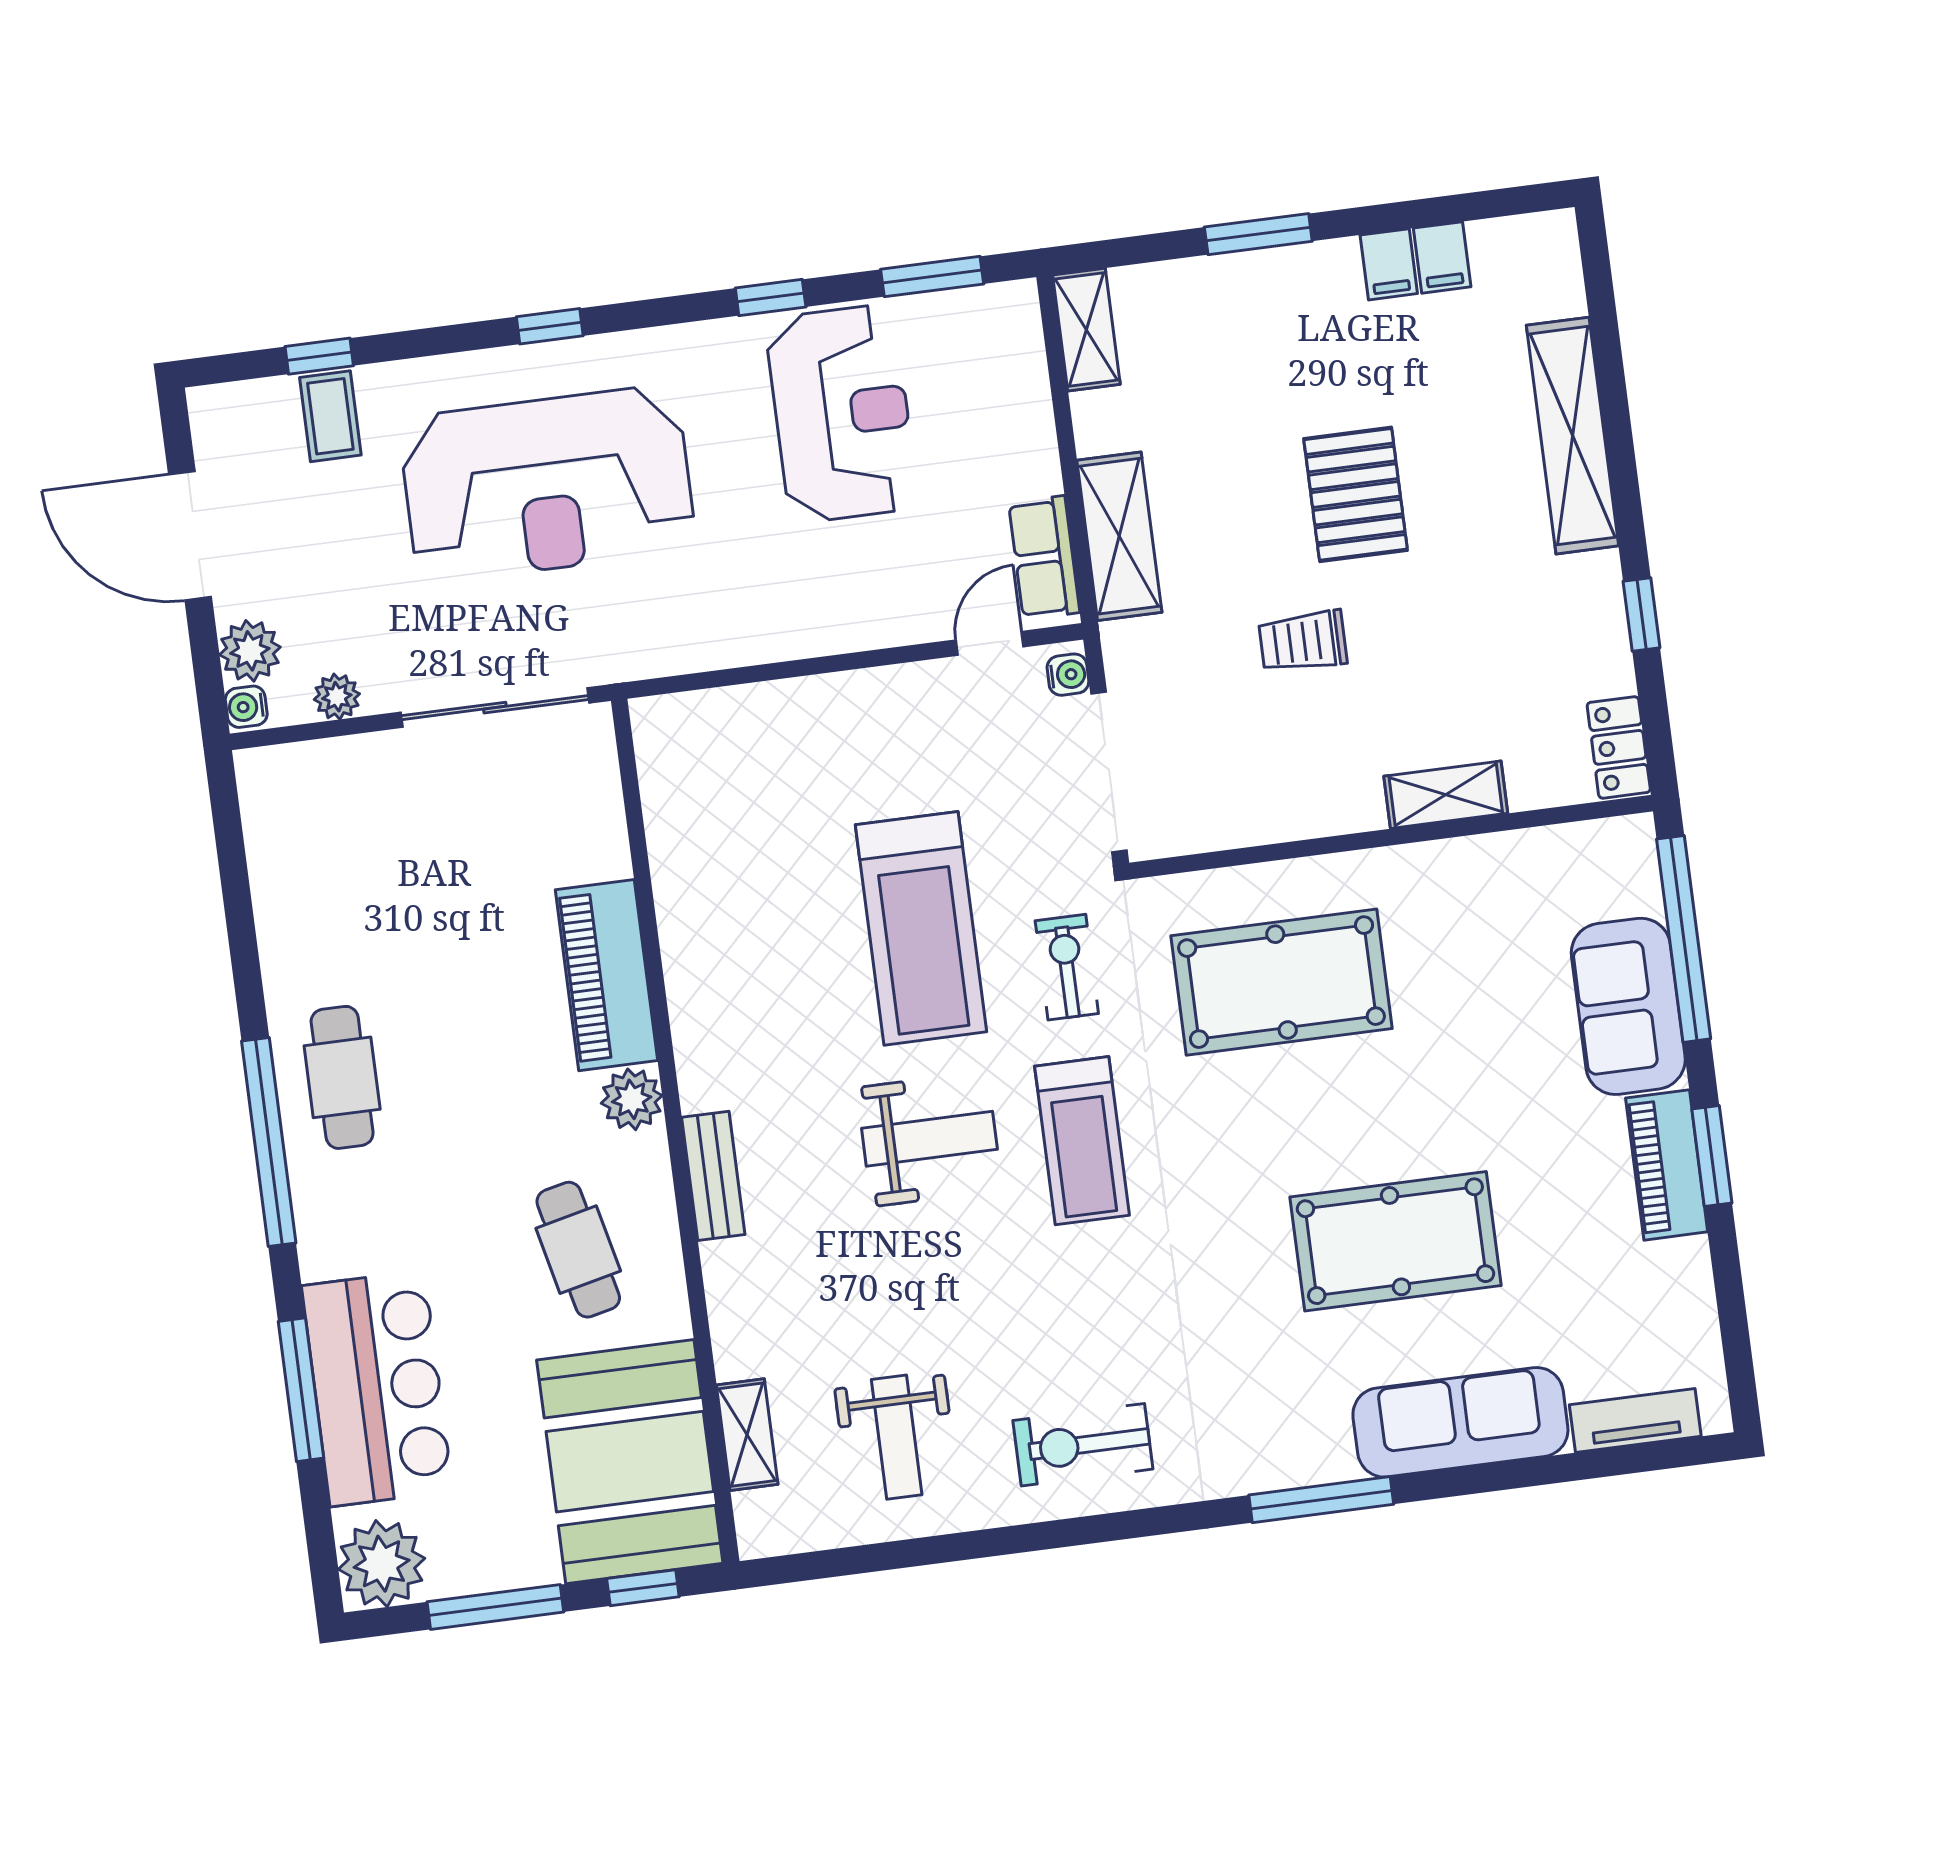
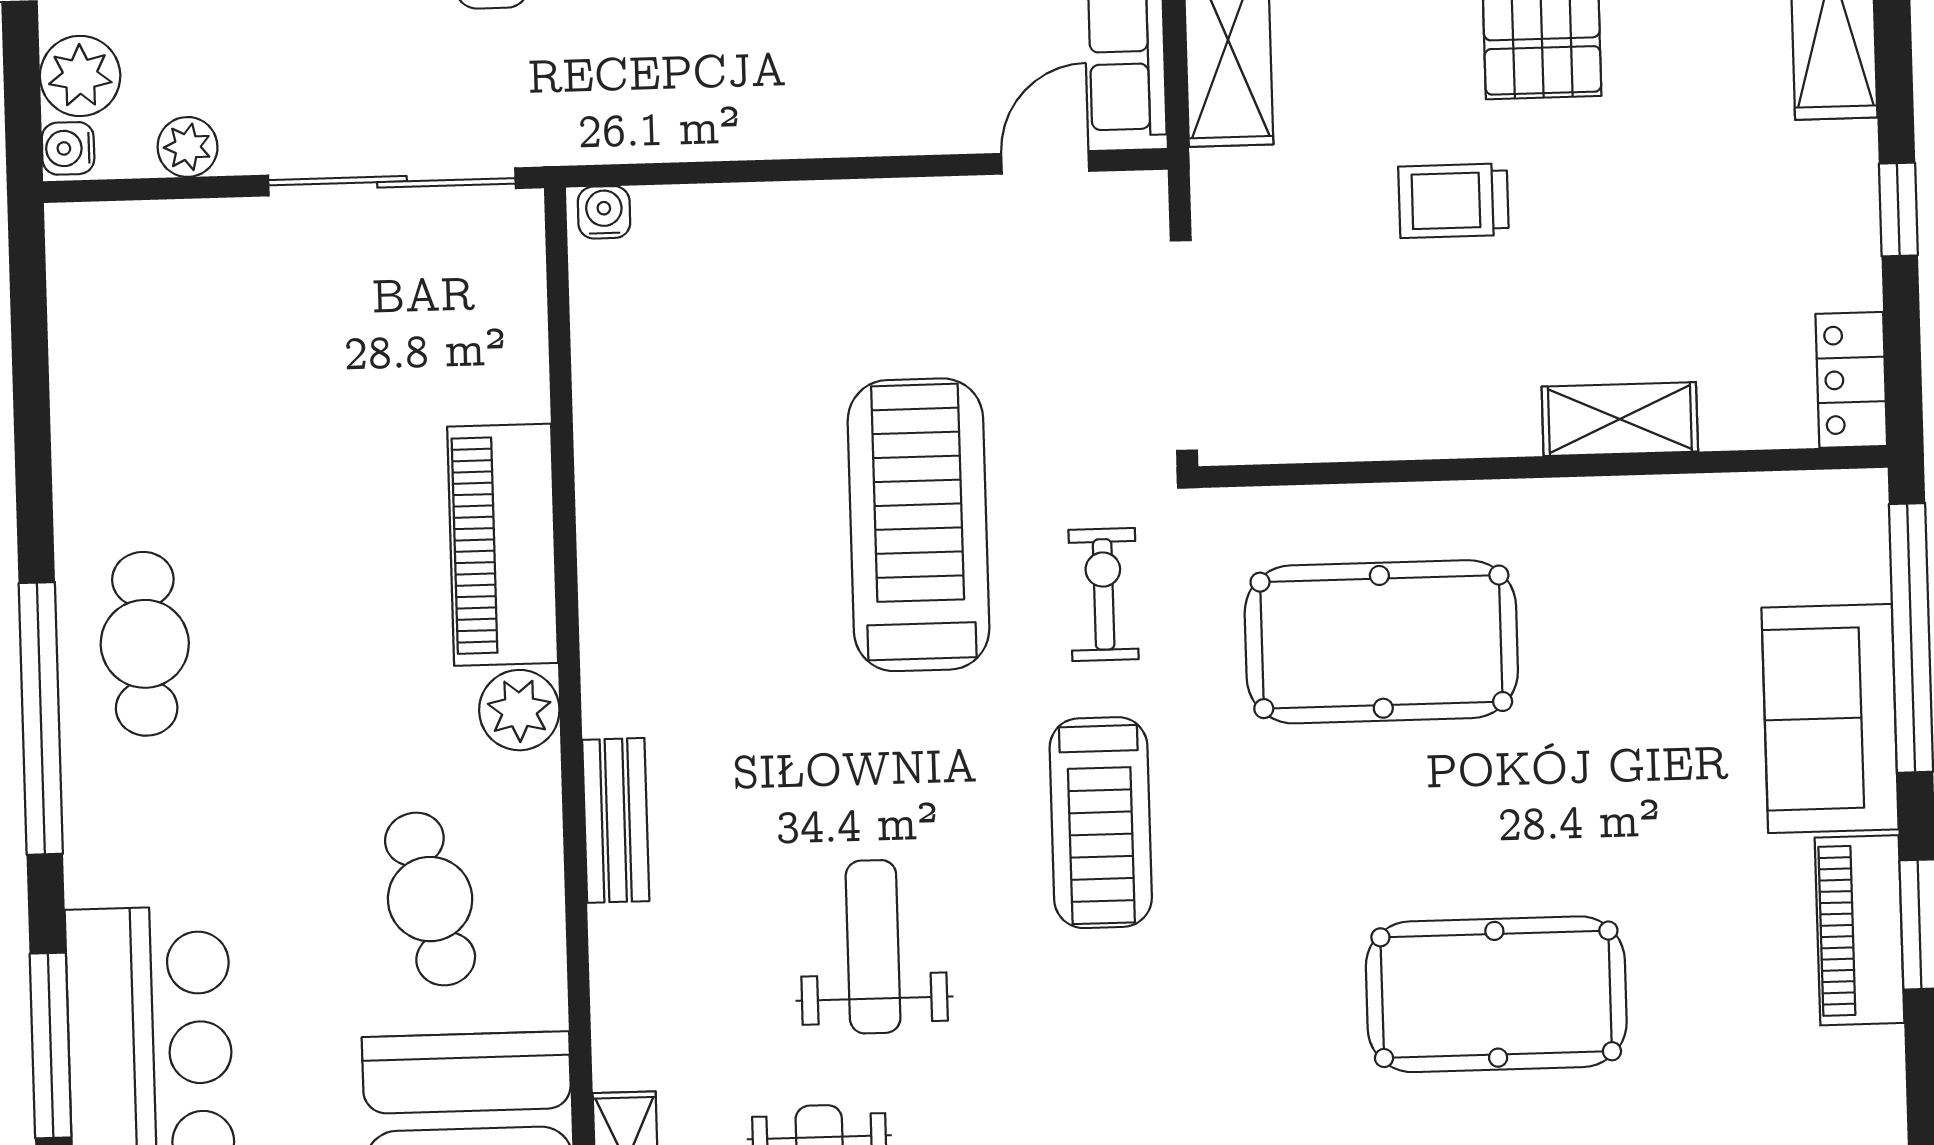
water cooler: (1068, 675) -> (604, 212), moved, turned -90
treadmill: (921, 928) -> (919, 525), turned 180
weight bench: (929, 1139) -> (873, 947), moved, turned -90

